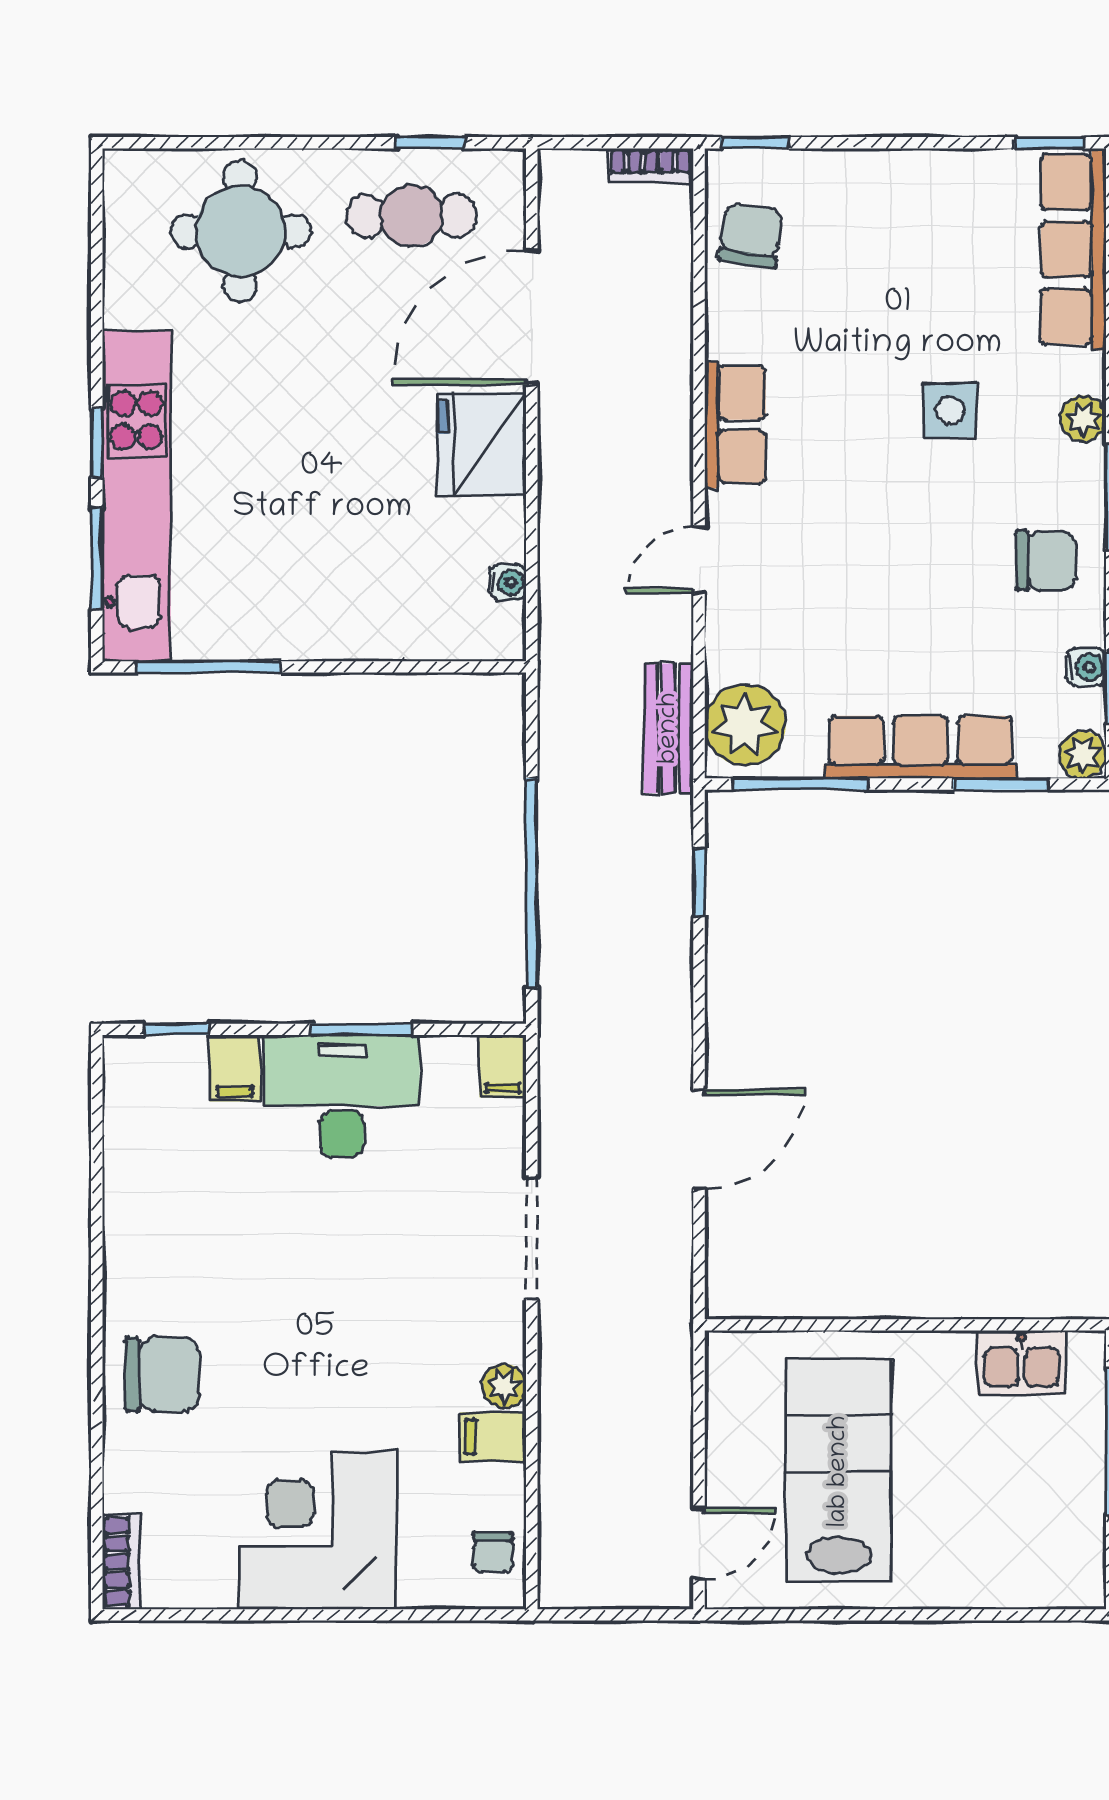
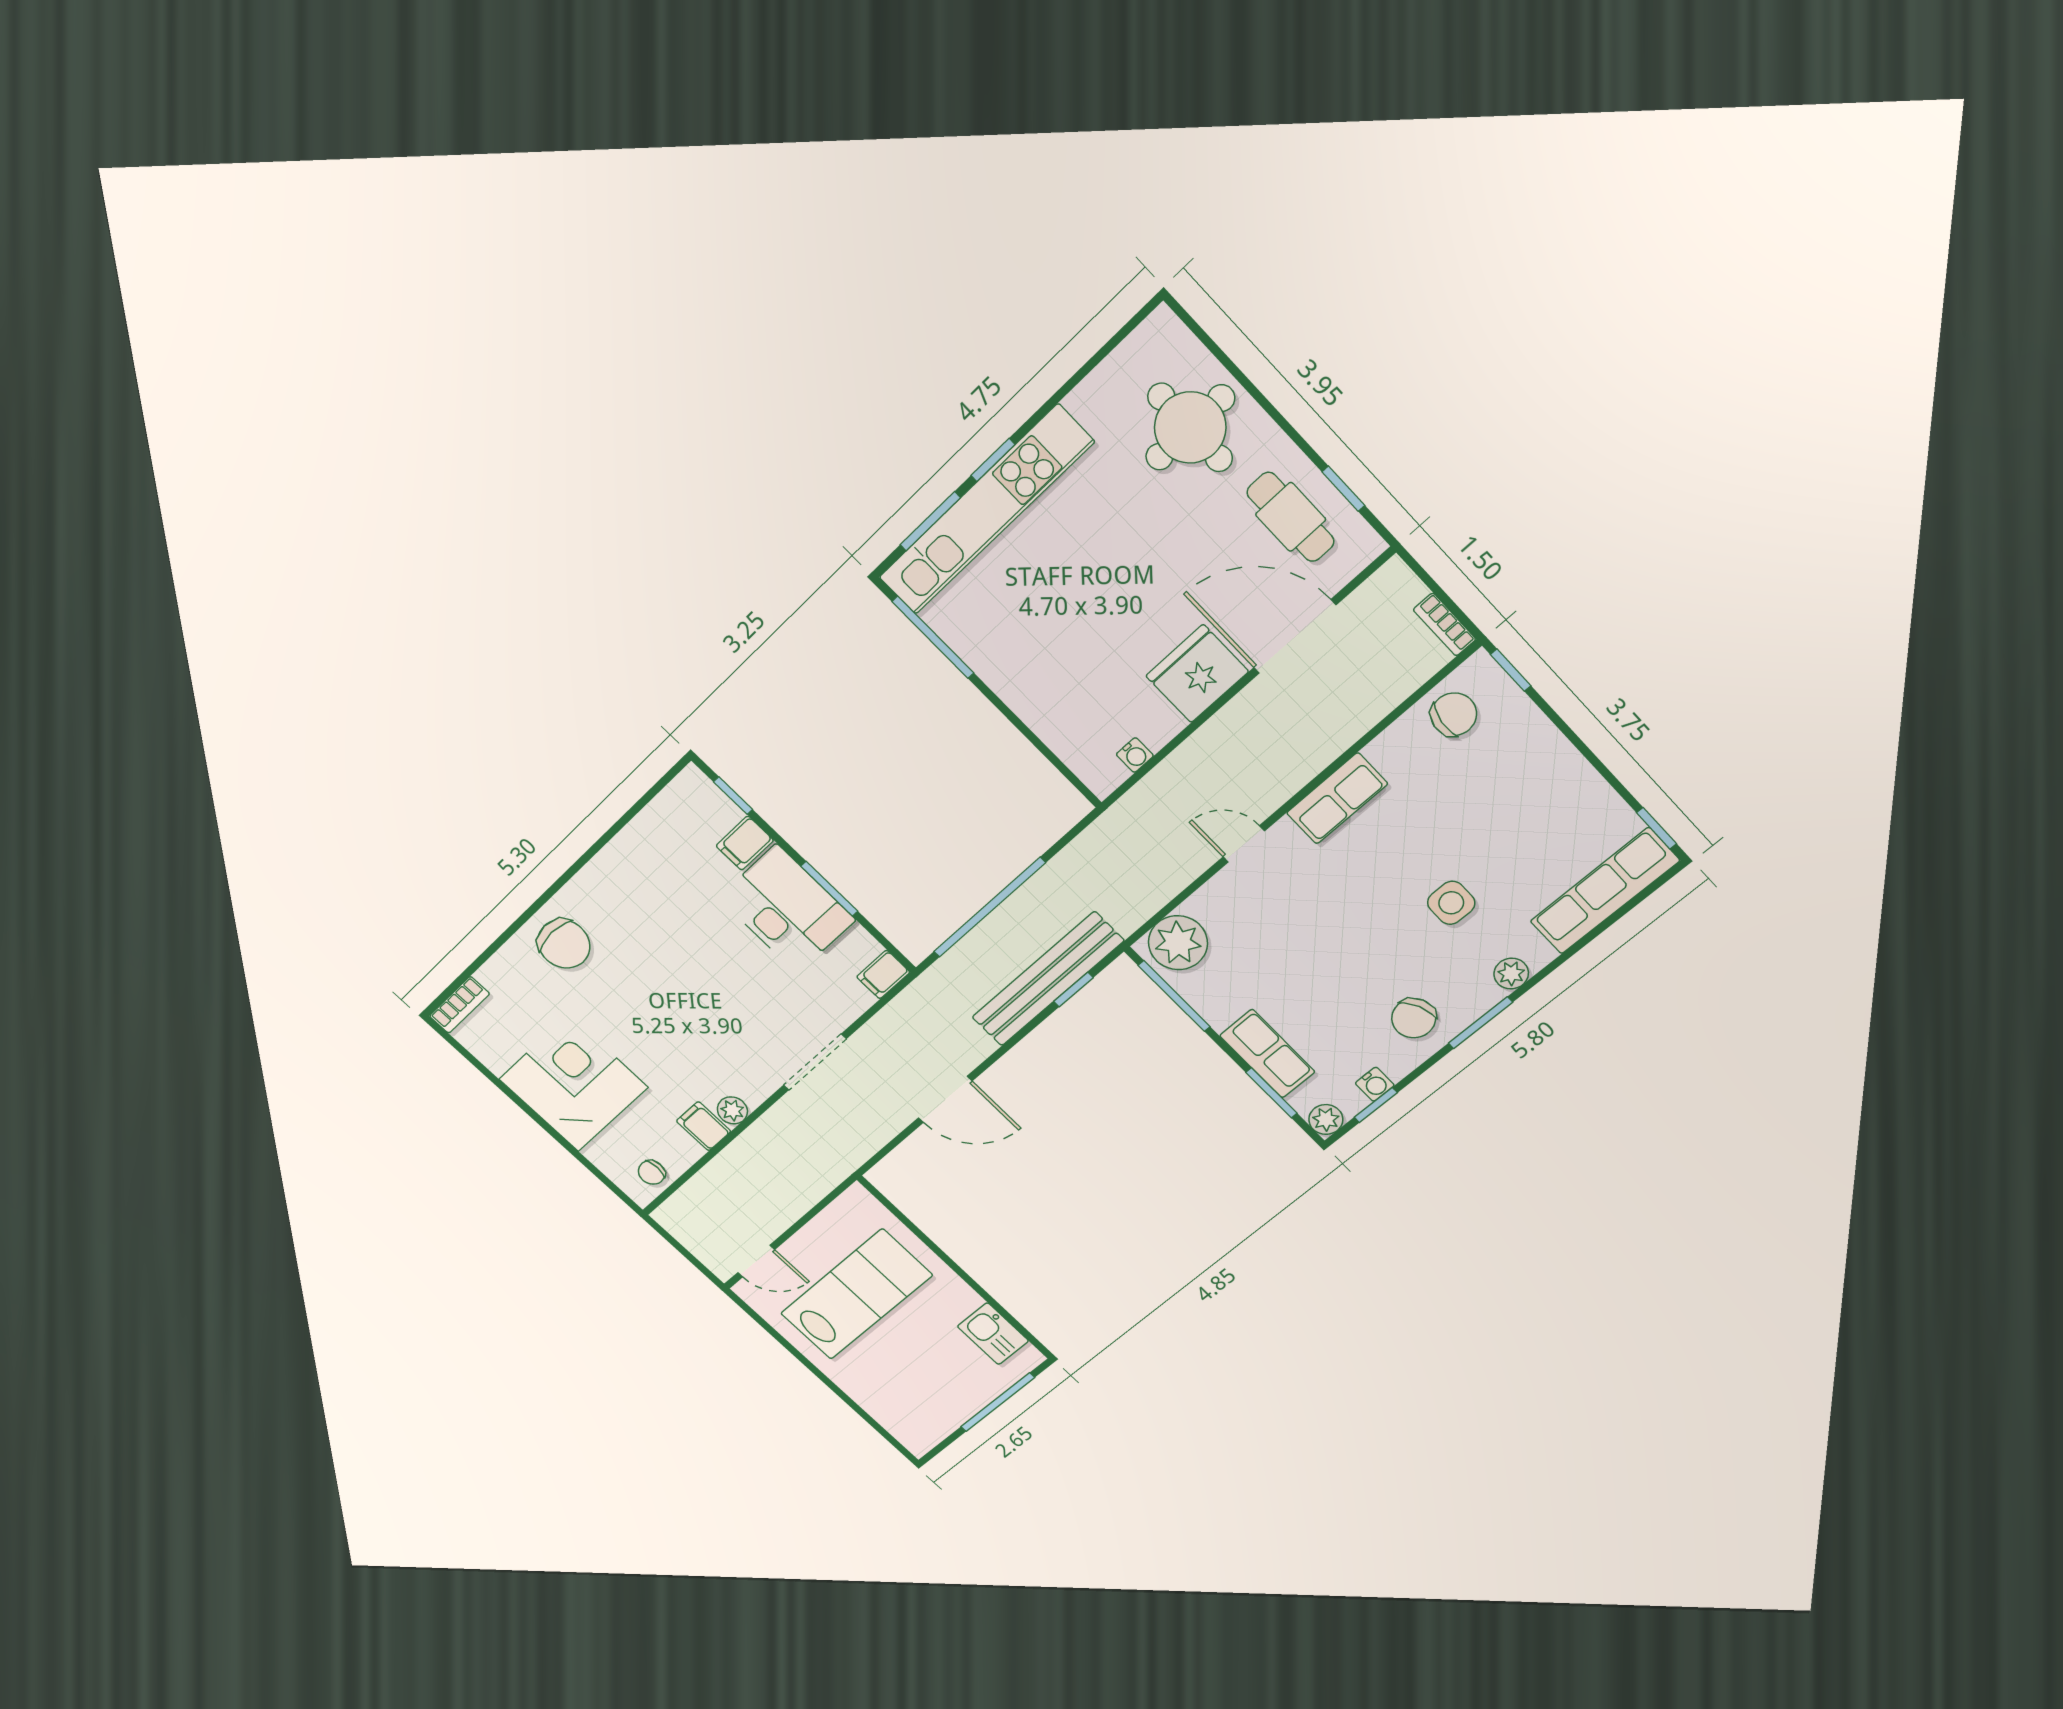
chair: (1046, 560) -> (1414, 1018), turned 66
bench: (669, 728) -> (1048, 979), moved, width x1.86, depth x1.21
row of seats: (921, 747) -> (1267, 1054), width x0.68

